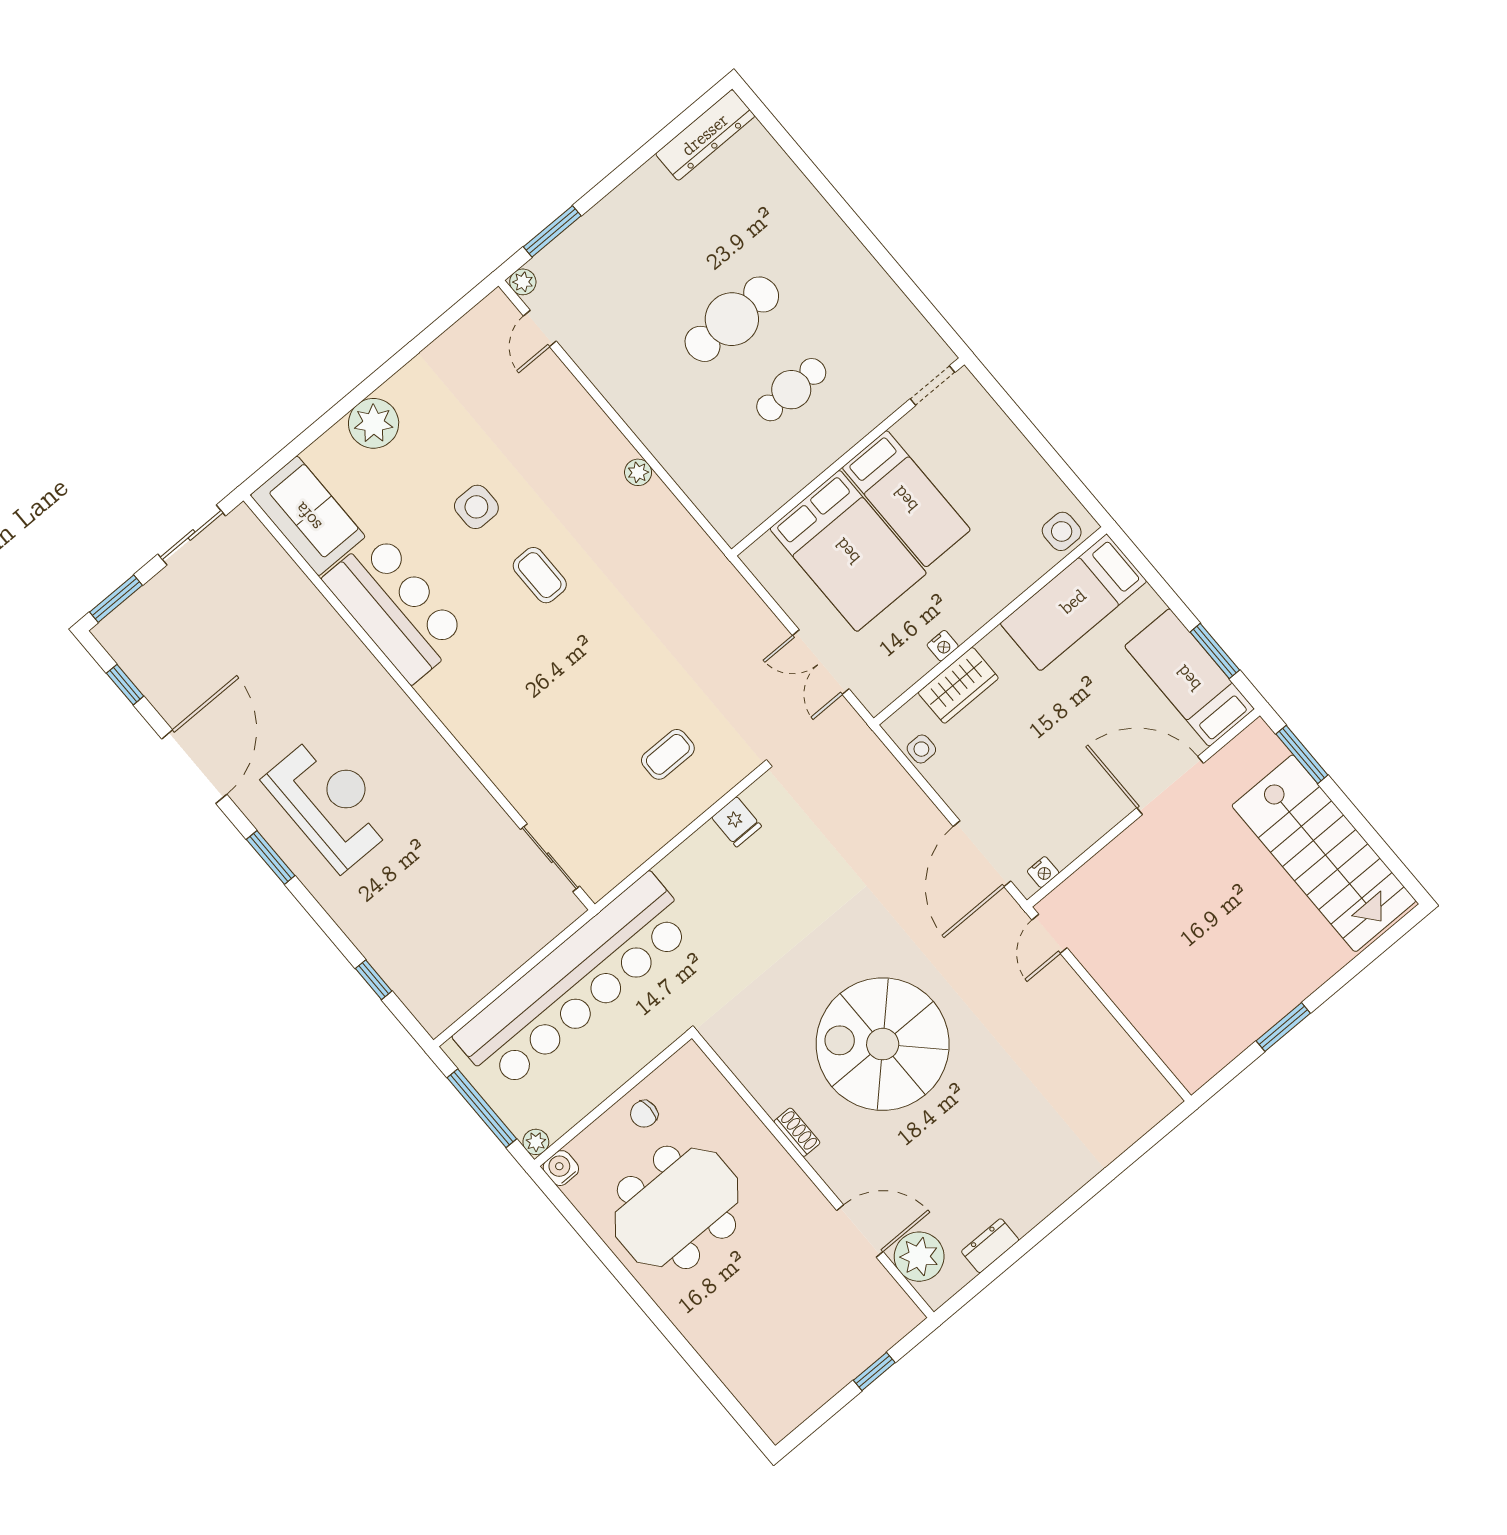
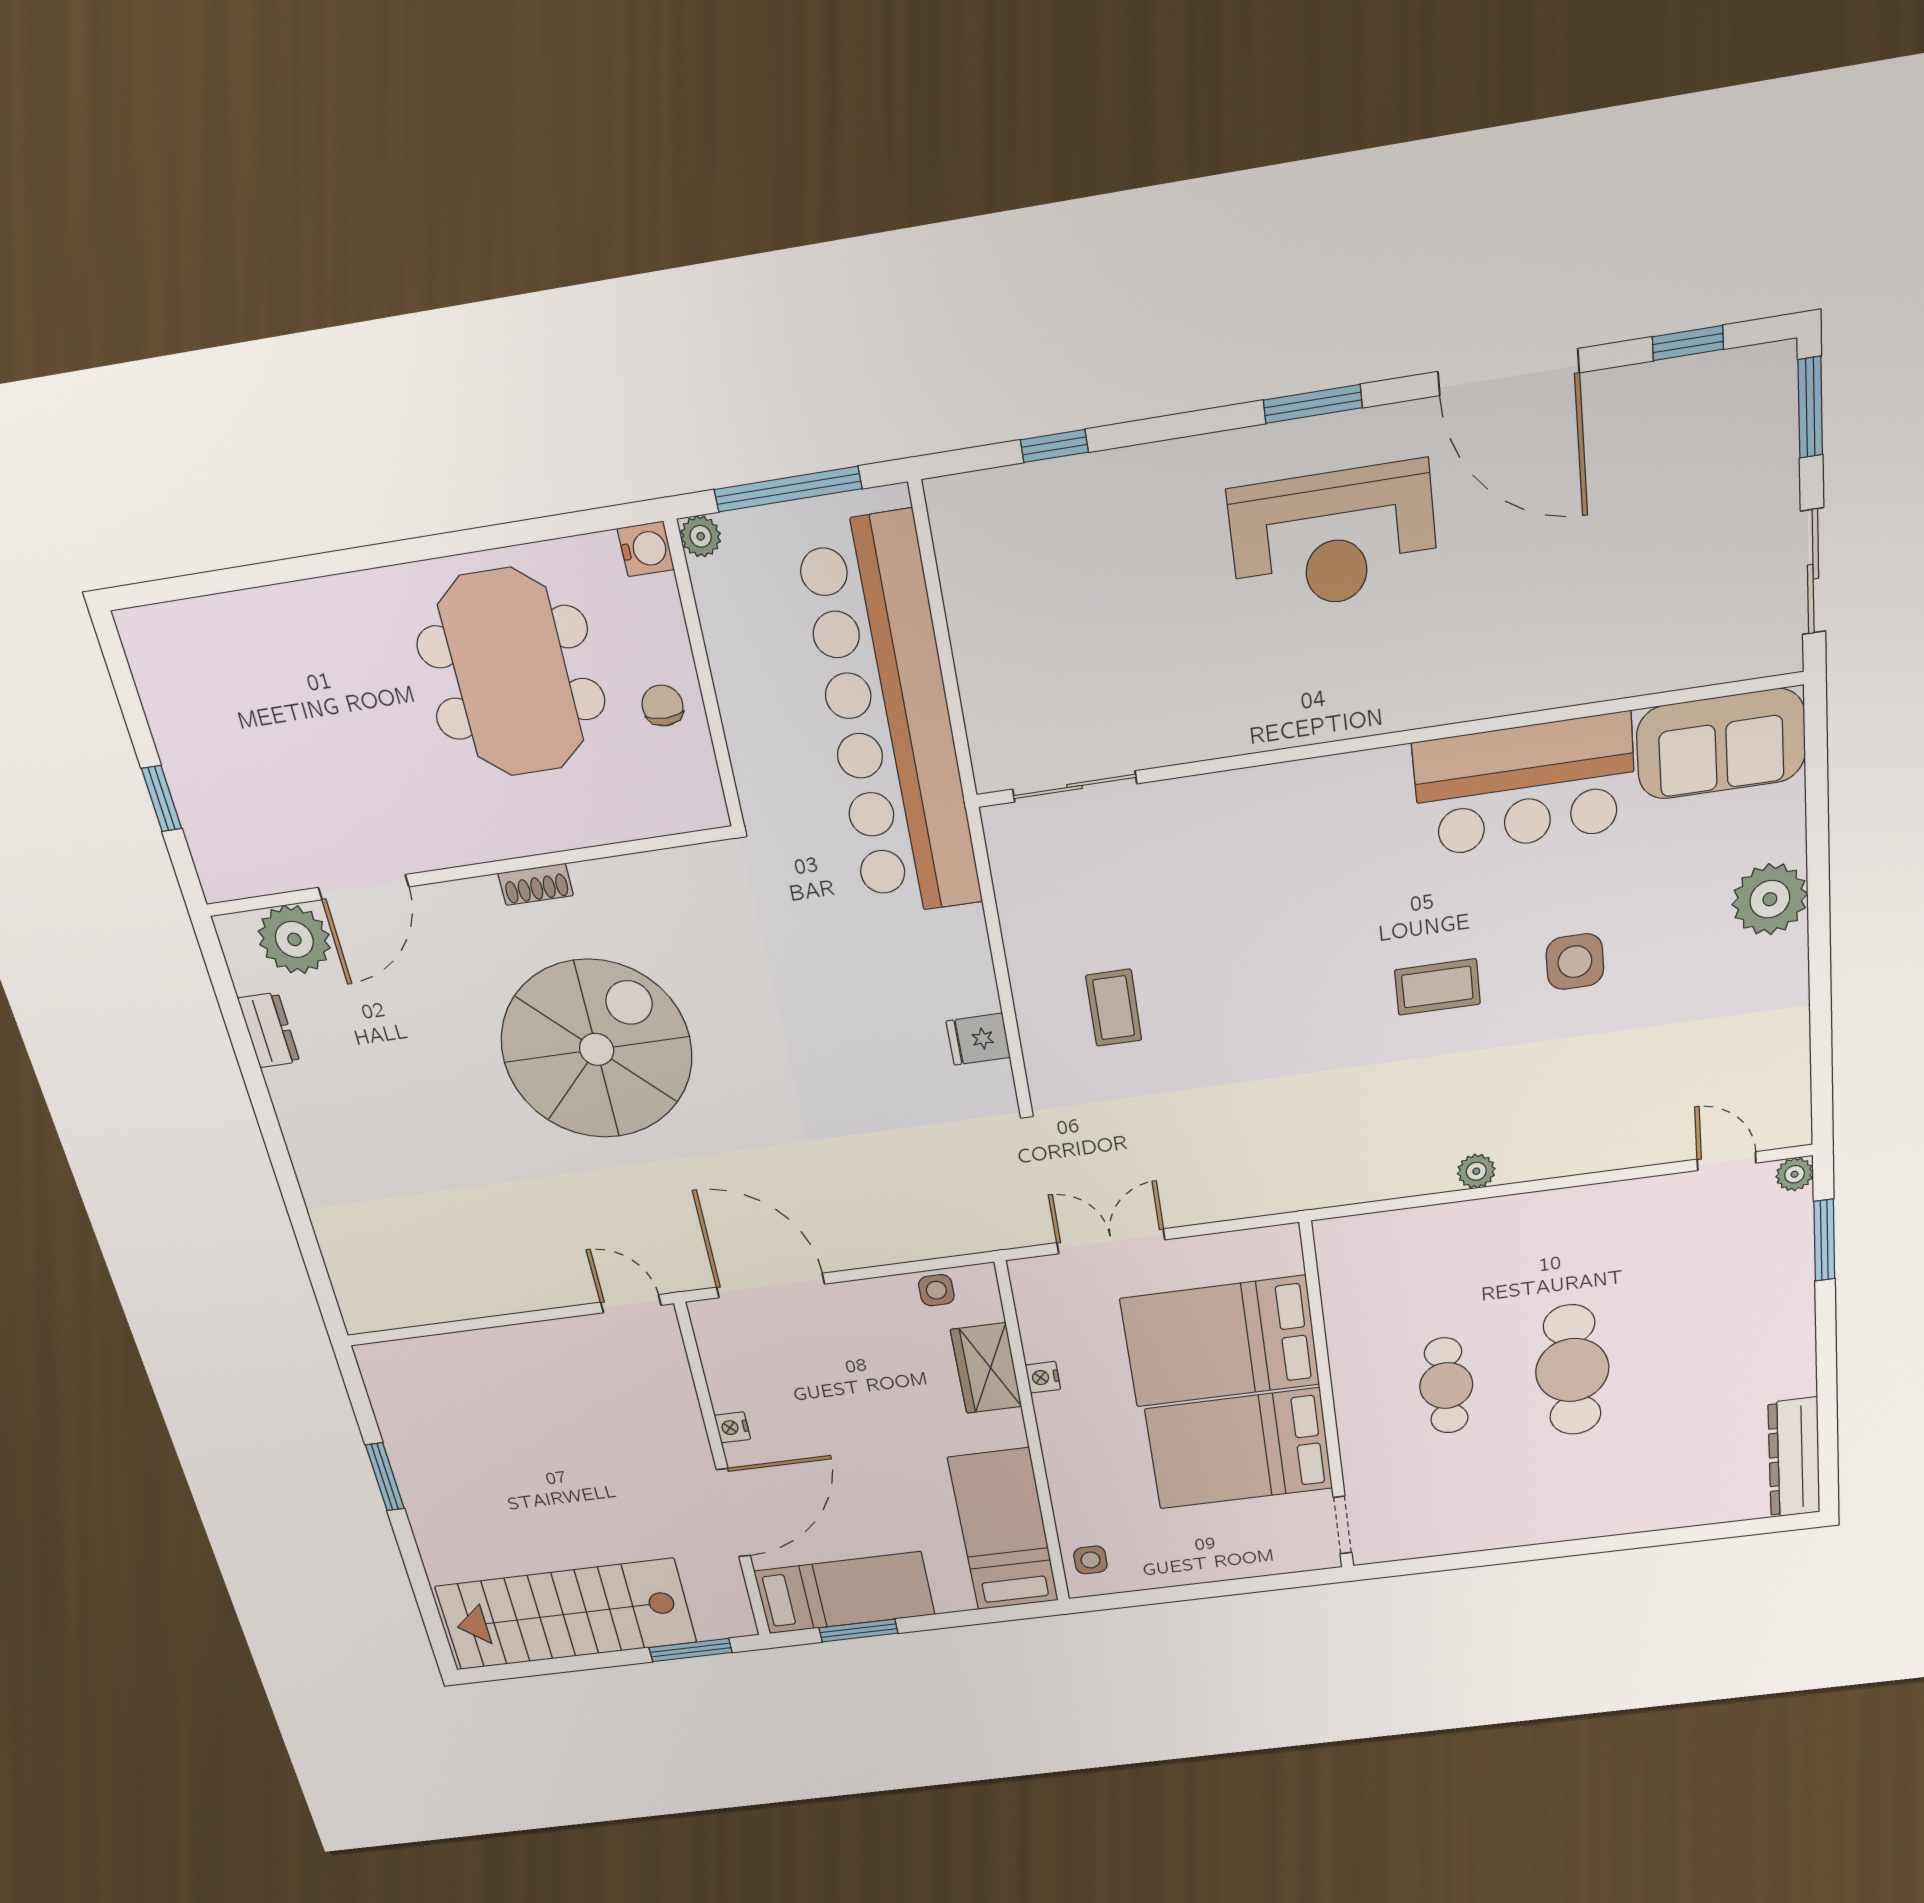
bed: (906, 499) -> (1239, 1449), width x1.50
side table: (1062, 531) -> (1090, 1560), width x0.73, depth x0.73
nightstand: (1043, 872) -> (732, 1427), moved

